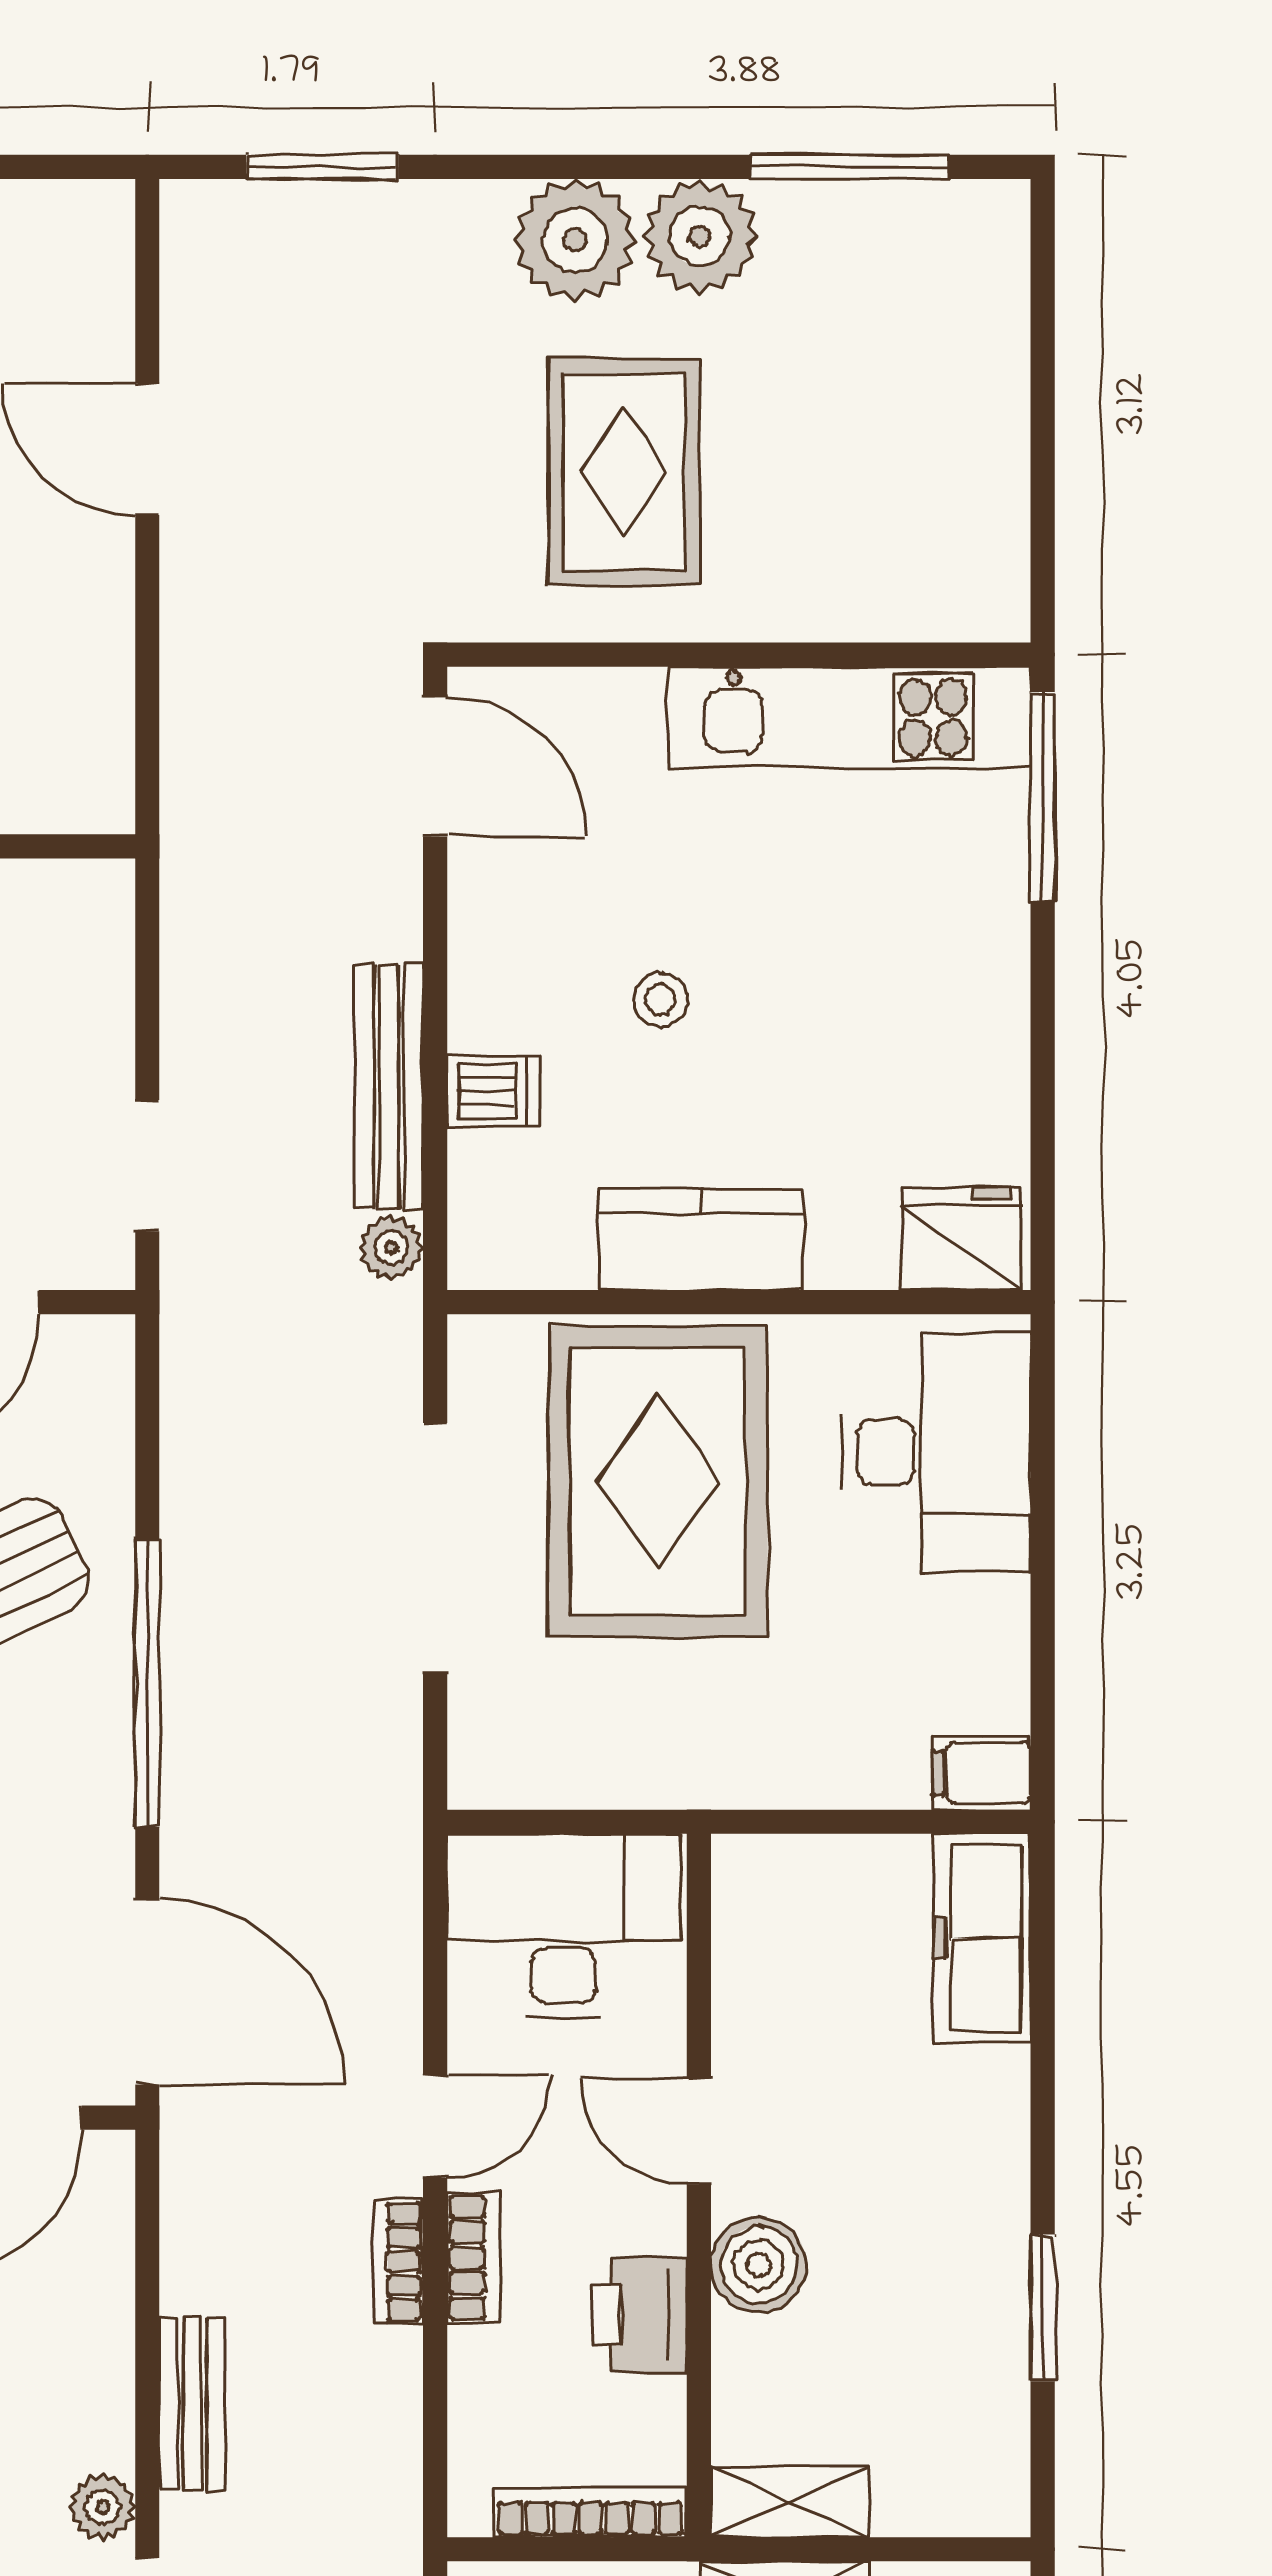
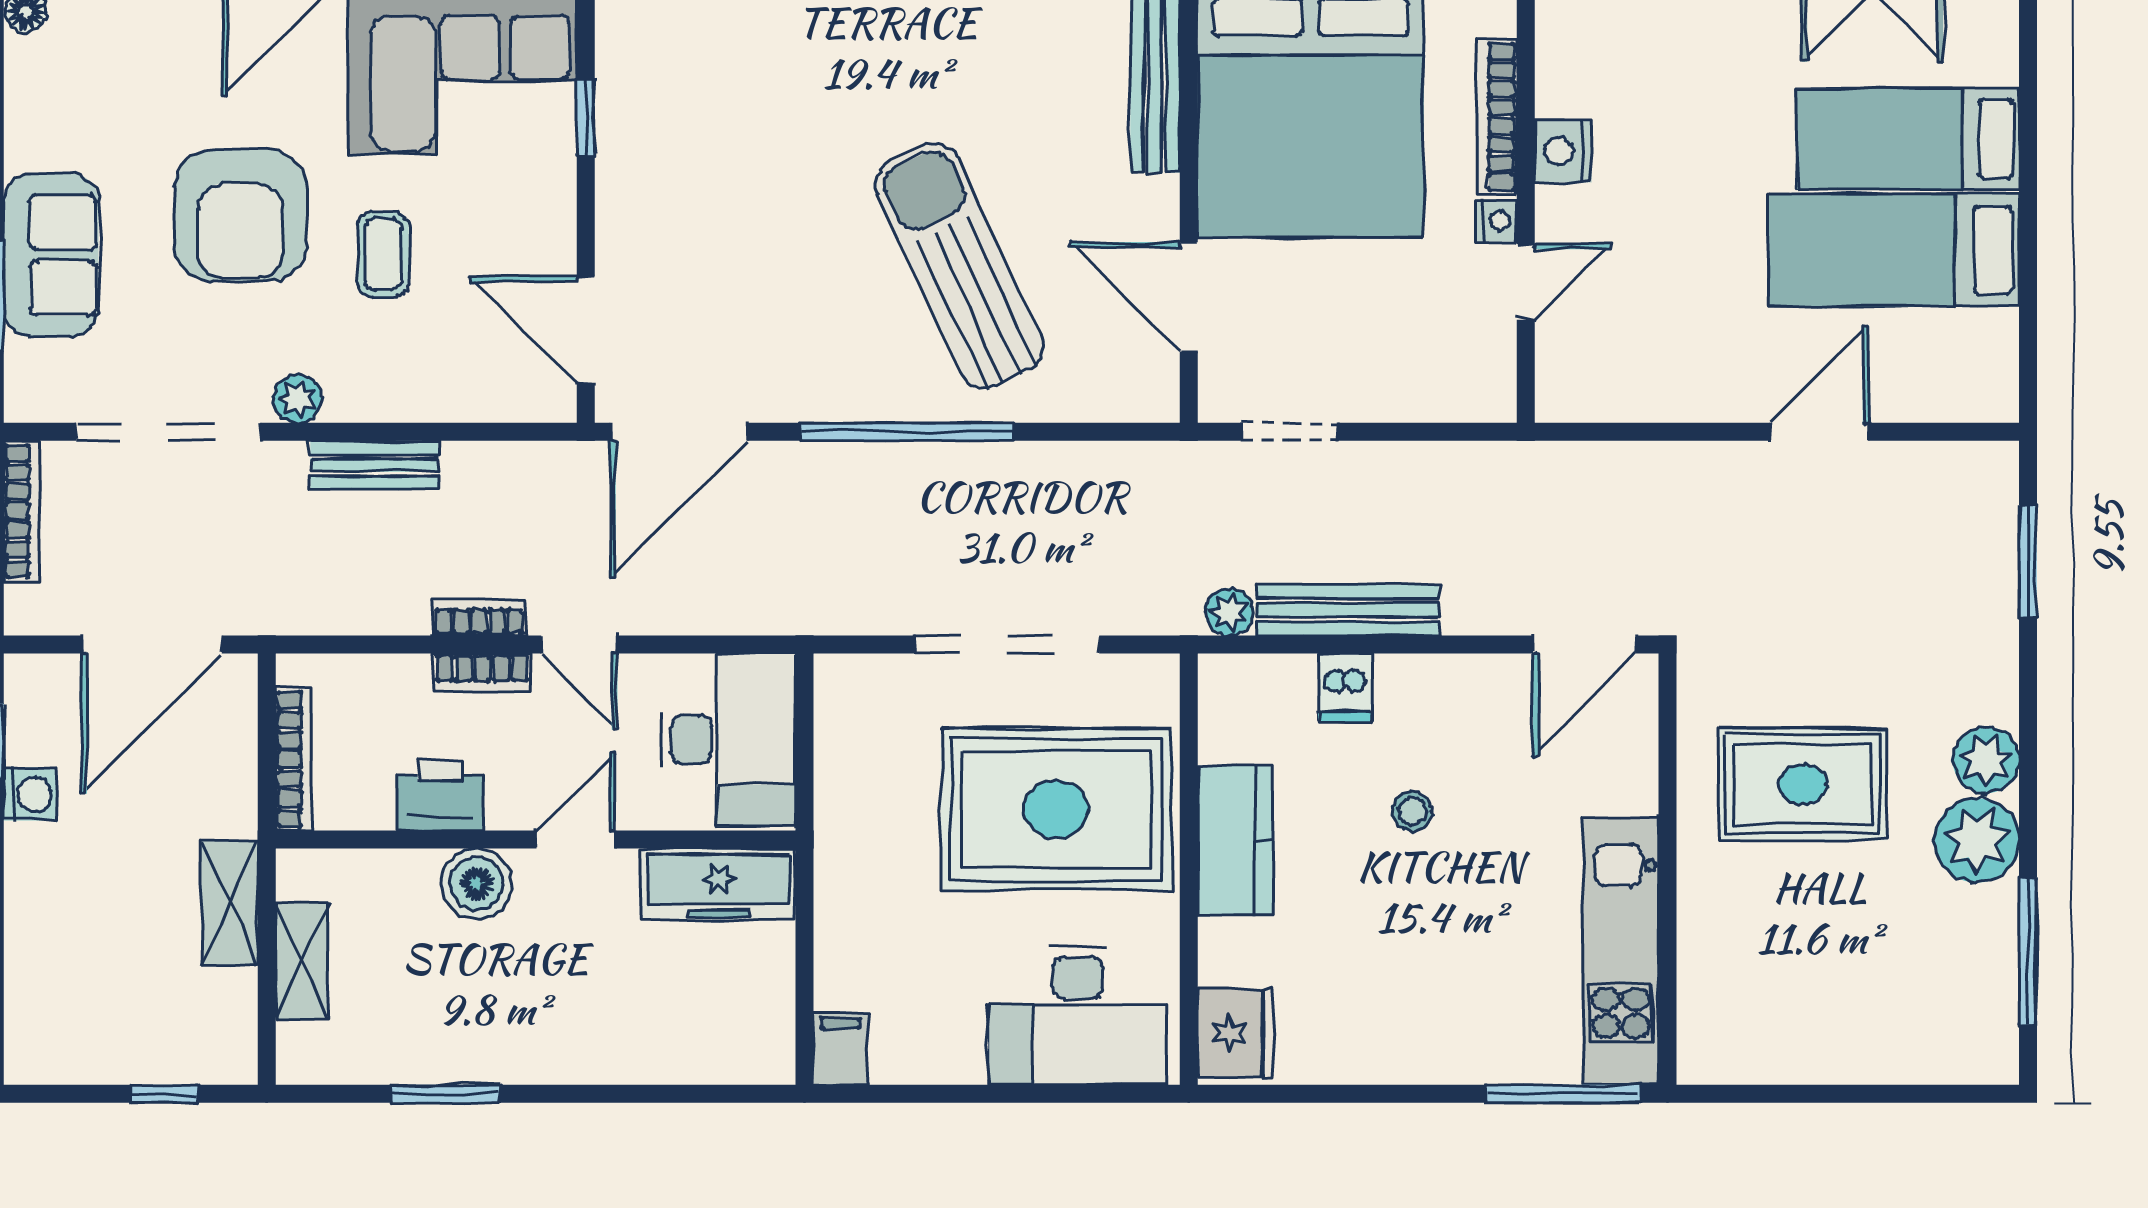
plant: (575, 240) -> (1986, 760), width x0.73, depth x0.73
freezer: (982, 1938) -> (719, 884), moved, turned 180
shelving: (790, 2502) -> (302, 961), moved

